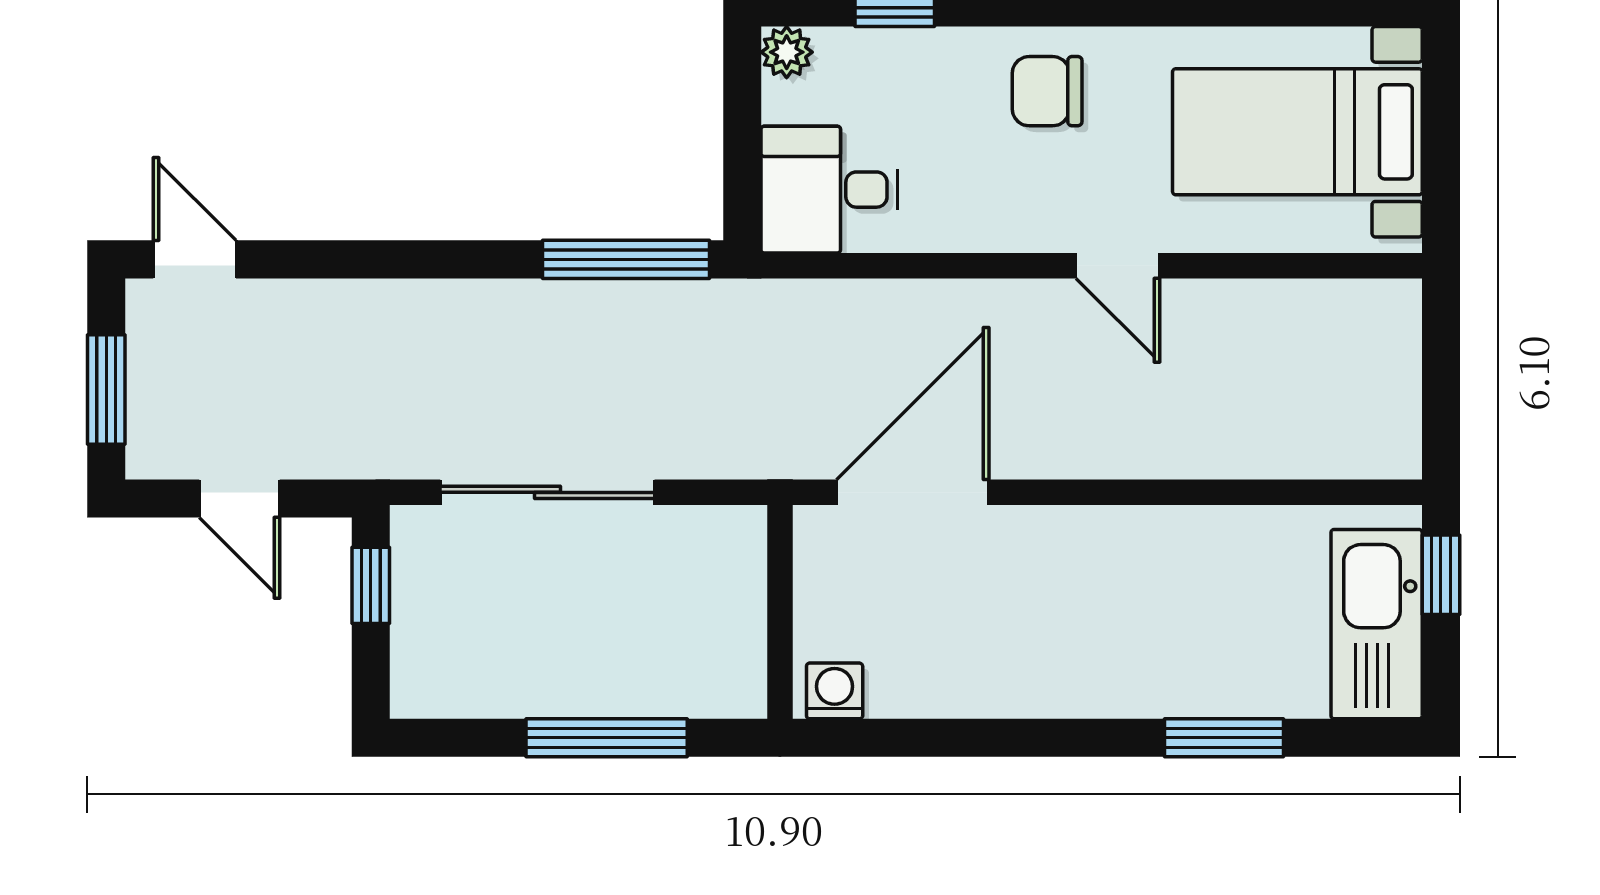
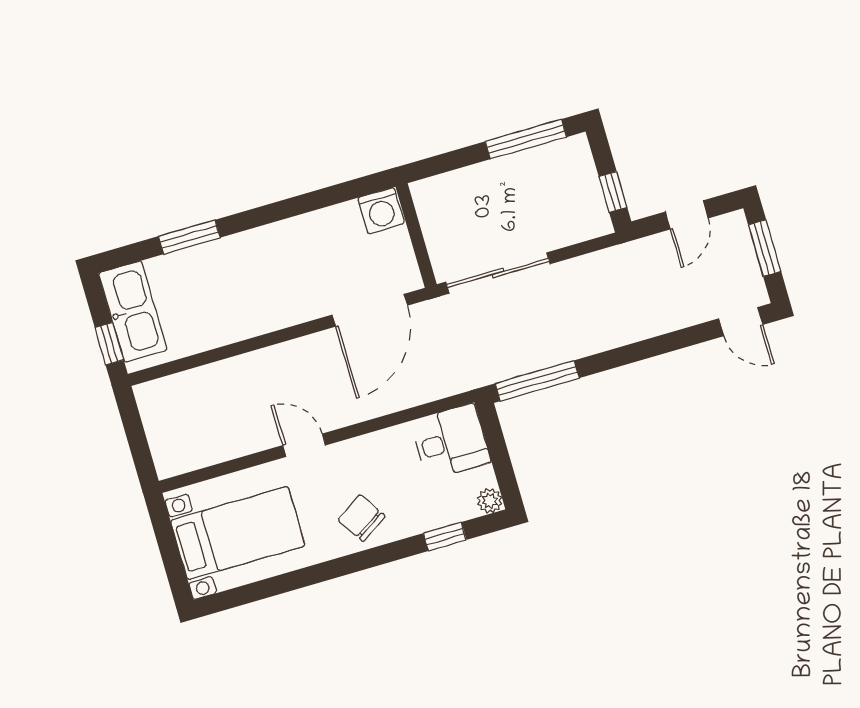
chair: (1047, 91) -> (361, 518), turned -123
sliding door: (547, 492) -> (498, 273), moved
door: (240, 499) -> (687, 215), swing flipped
washing machine: (835, 691) -> (381, 211), width x1.38, depth x1.38
window: (607, 738) -> (526, 139), moved

